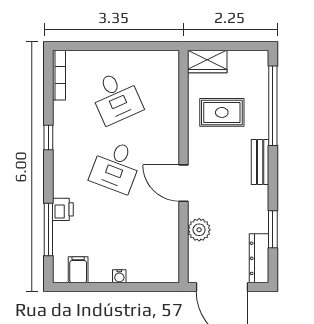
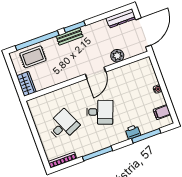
rug: (222, 112) -> (33, 57), moved, turned 90
window: (48, 138) -> (97, 154), width x2.17
window: (273, 229) -> (75, 27), moved

